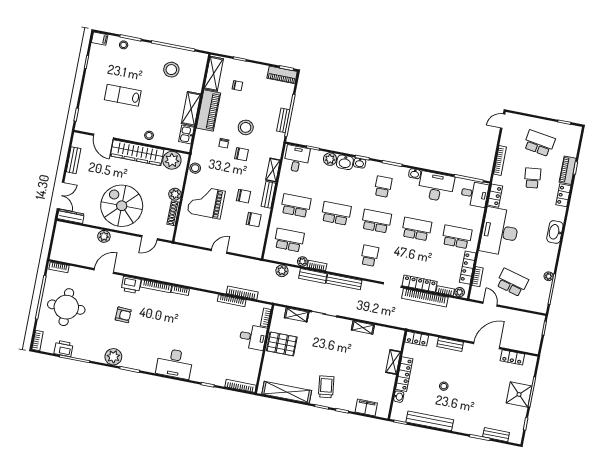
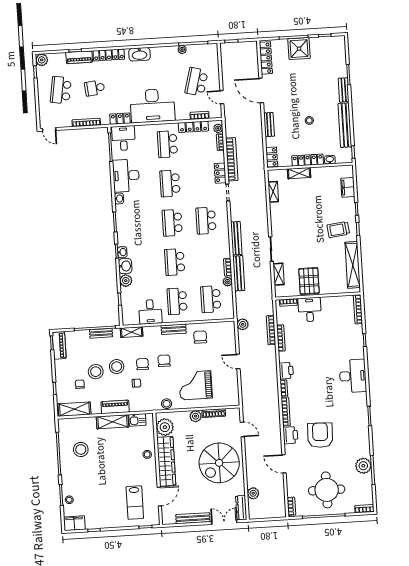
filing cabinet: (100, 39) -> (74, 523), width x2.00
lab bench: (123, 95) -> (135, 503), moved
stool: (246, 105) -> (96, 372), added
piano: (208, 111) -> (115, 407), width x0.73, depth x0.75
plant: (575, 132) -> (42, 60), added
desk: (297, 159) -> (150, 312), moved, turned -90
bench: (74, 160) -> (193, 518), width x1.36
shelving: (273, 170) -> (132, 332), moved
school desk: (383, 187) -> (139, 225), removed
locker: (563, 195) -> (109, 55), width x1.53
chair: (243, 196) -> (164, 361), moved
grand piano: (206, 202) -> (195, 385), turned 90
plant: (104, 236) -> (253, 493), moved
school desk: (370, 256) -> (206, 221), width x1.85
plant: (282, 271) -> (243, 324), moved
bench: (313, 276) -> (239, 273), width x1.36
locker: (420, 284) -> (220, 173), width x0.66
door: (490, 304) -> (222, 97), hinge flipped
armchair: (123, 315) -> (320, 435), width x1.88, depth x1.88
shelving: (363, 328) -> (273, 192), moved
printer: (64, 348) -> (286, 371), moved, turned 180
plant: (113, 357) -> (363, 466), moved
locker: (512, 357) -> (266, 58), width x1.53
bench: (496, 435) -> (344, 90), moved

